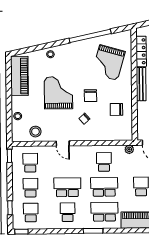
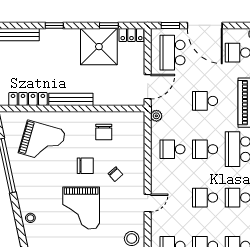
grand piano: (58, 93) -> (81, 208), turned -90
school desk: (67, 187) -> (205, 198), width x0.54
school desk: (104, 187) -> (205, 149), width x0.54

